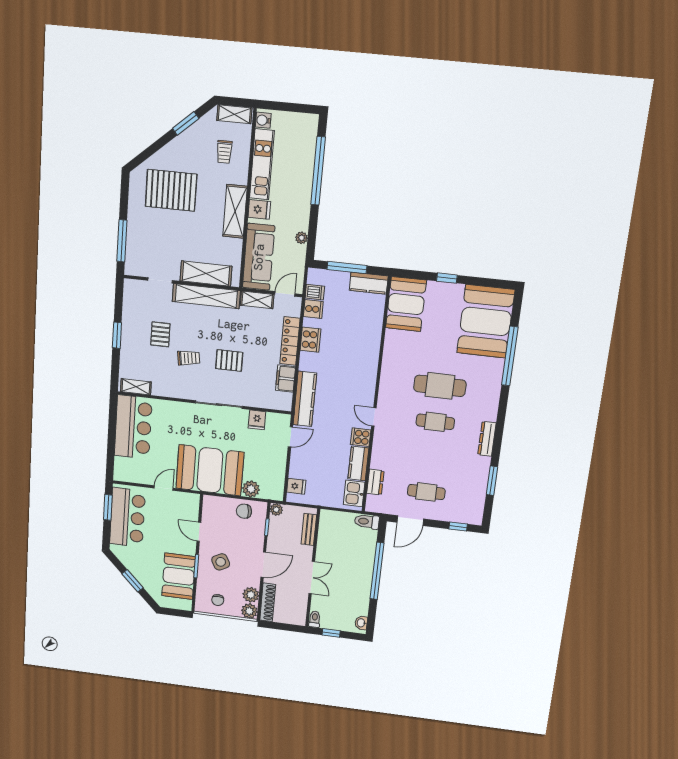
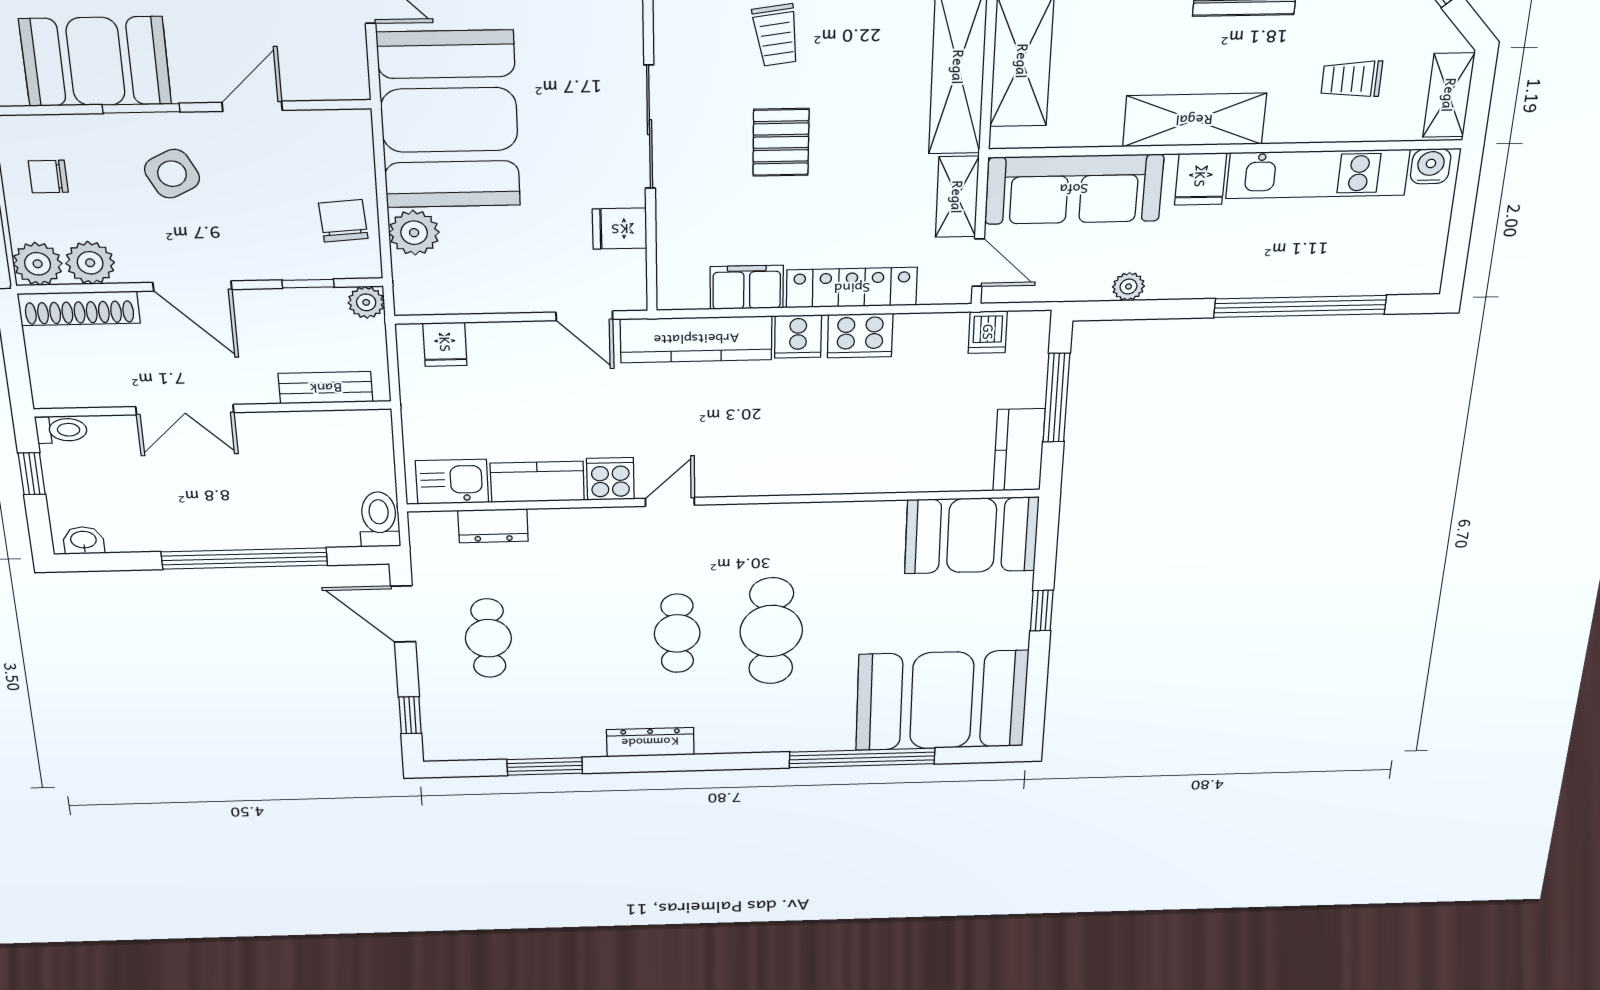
cooker: (313, 309) -> (798, 336), moved

